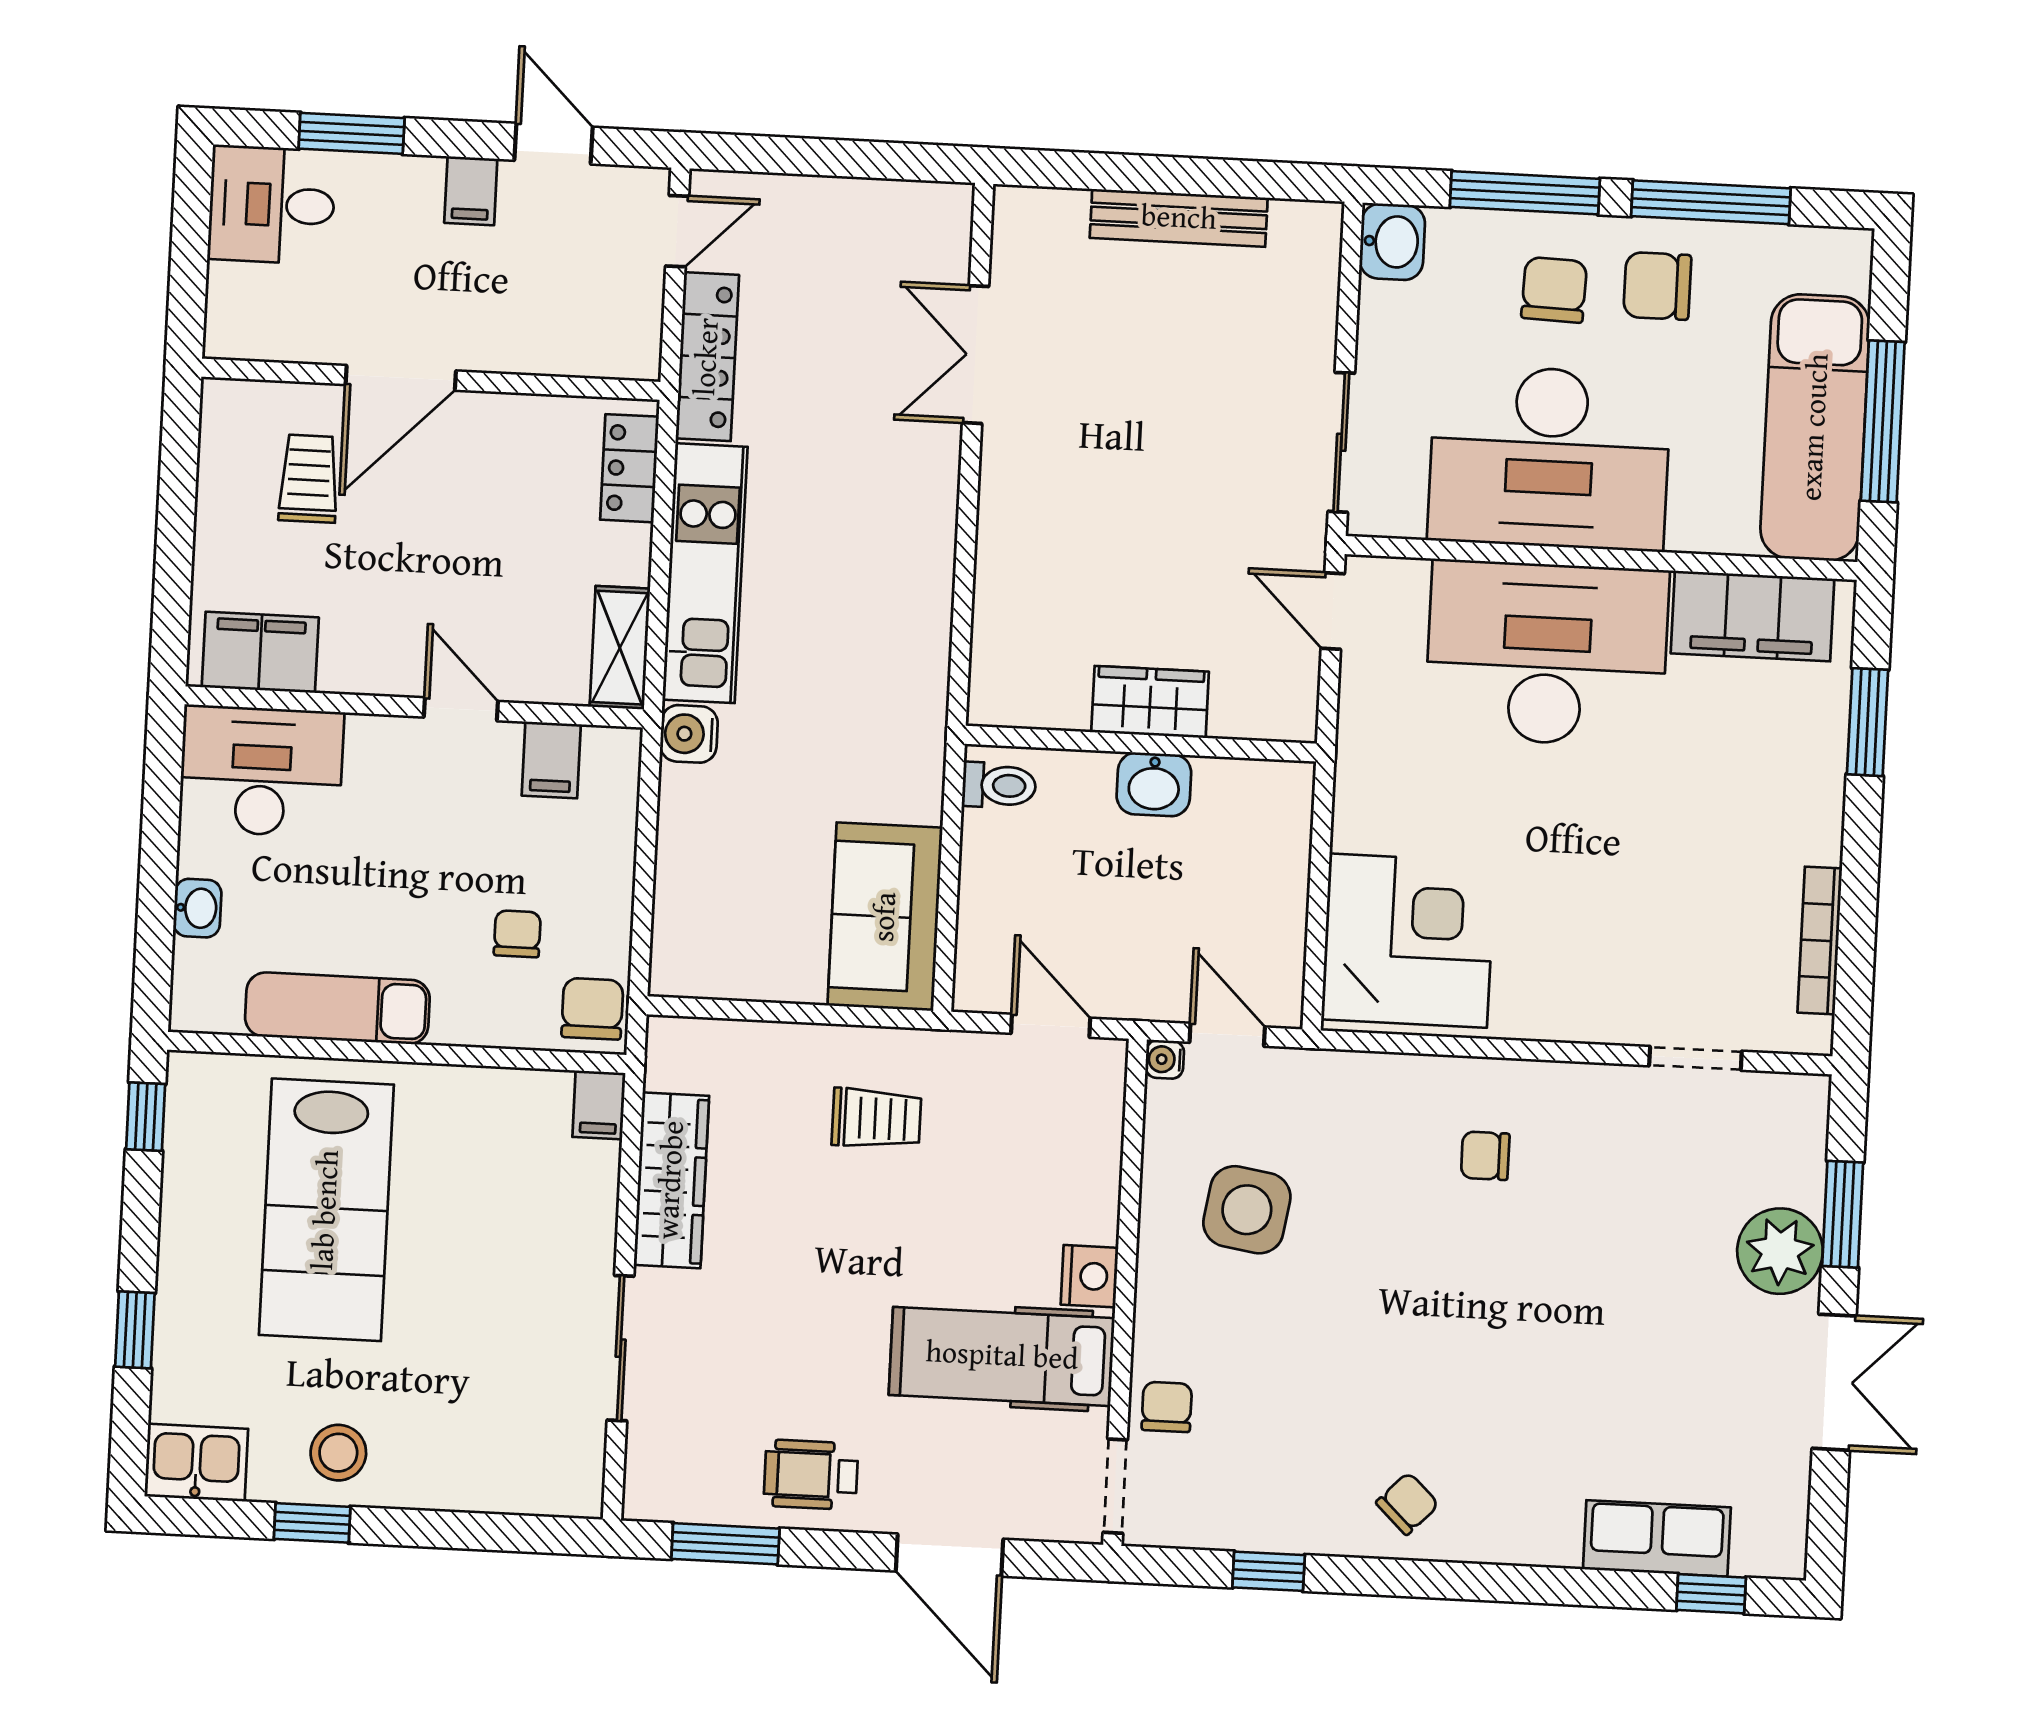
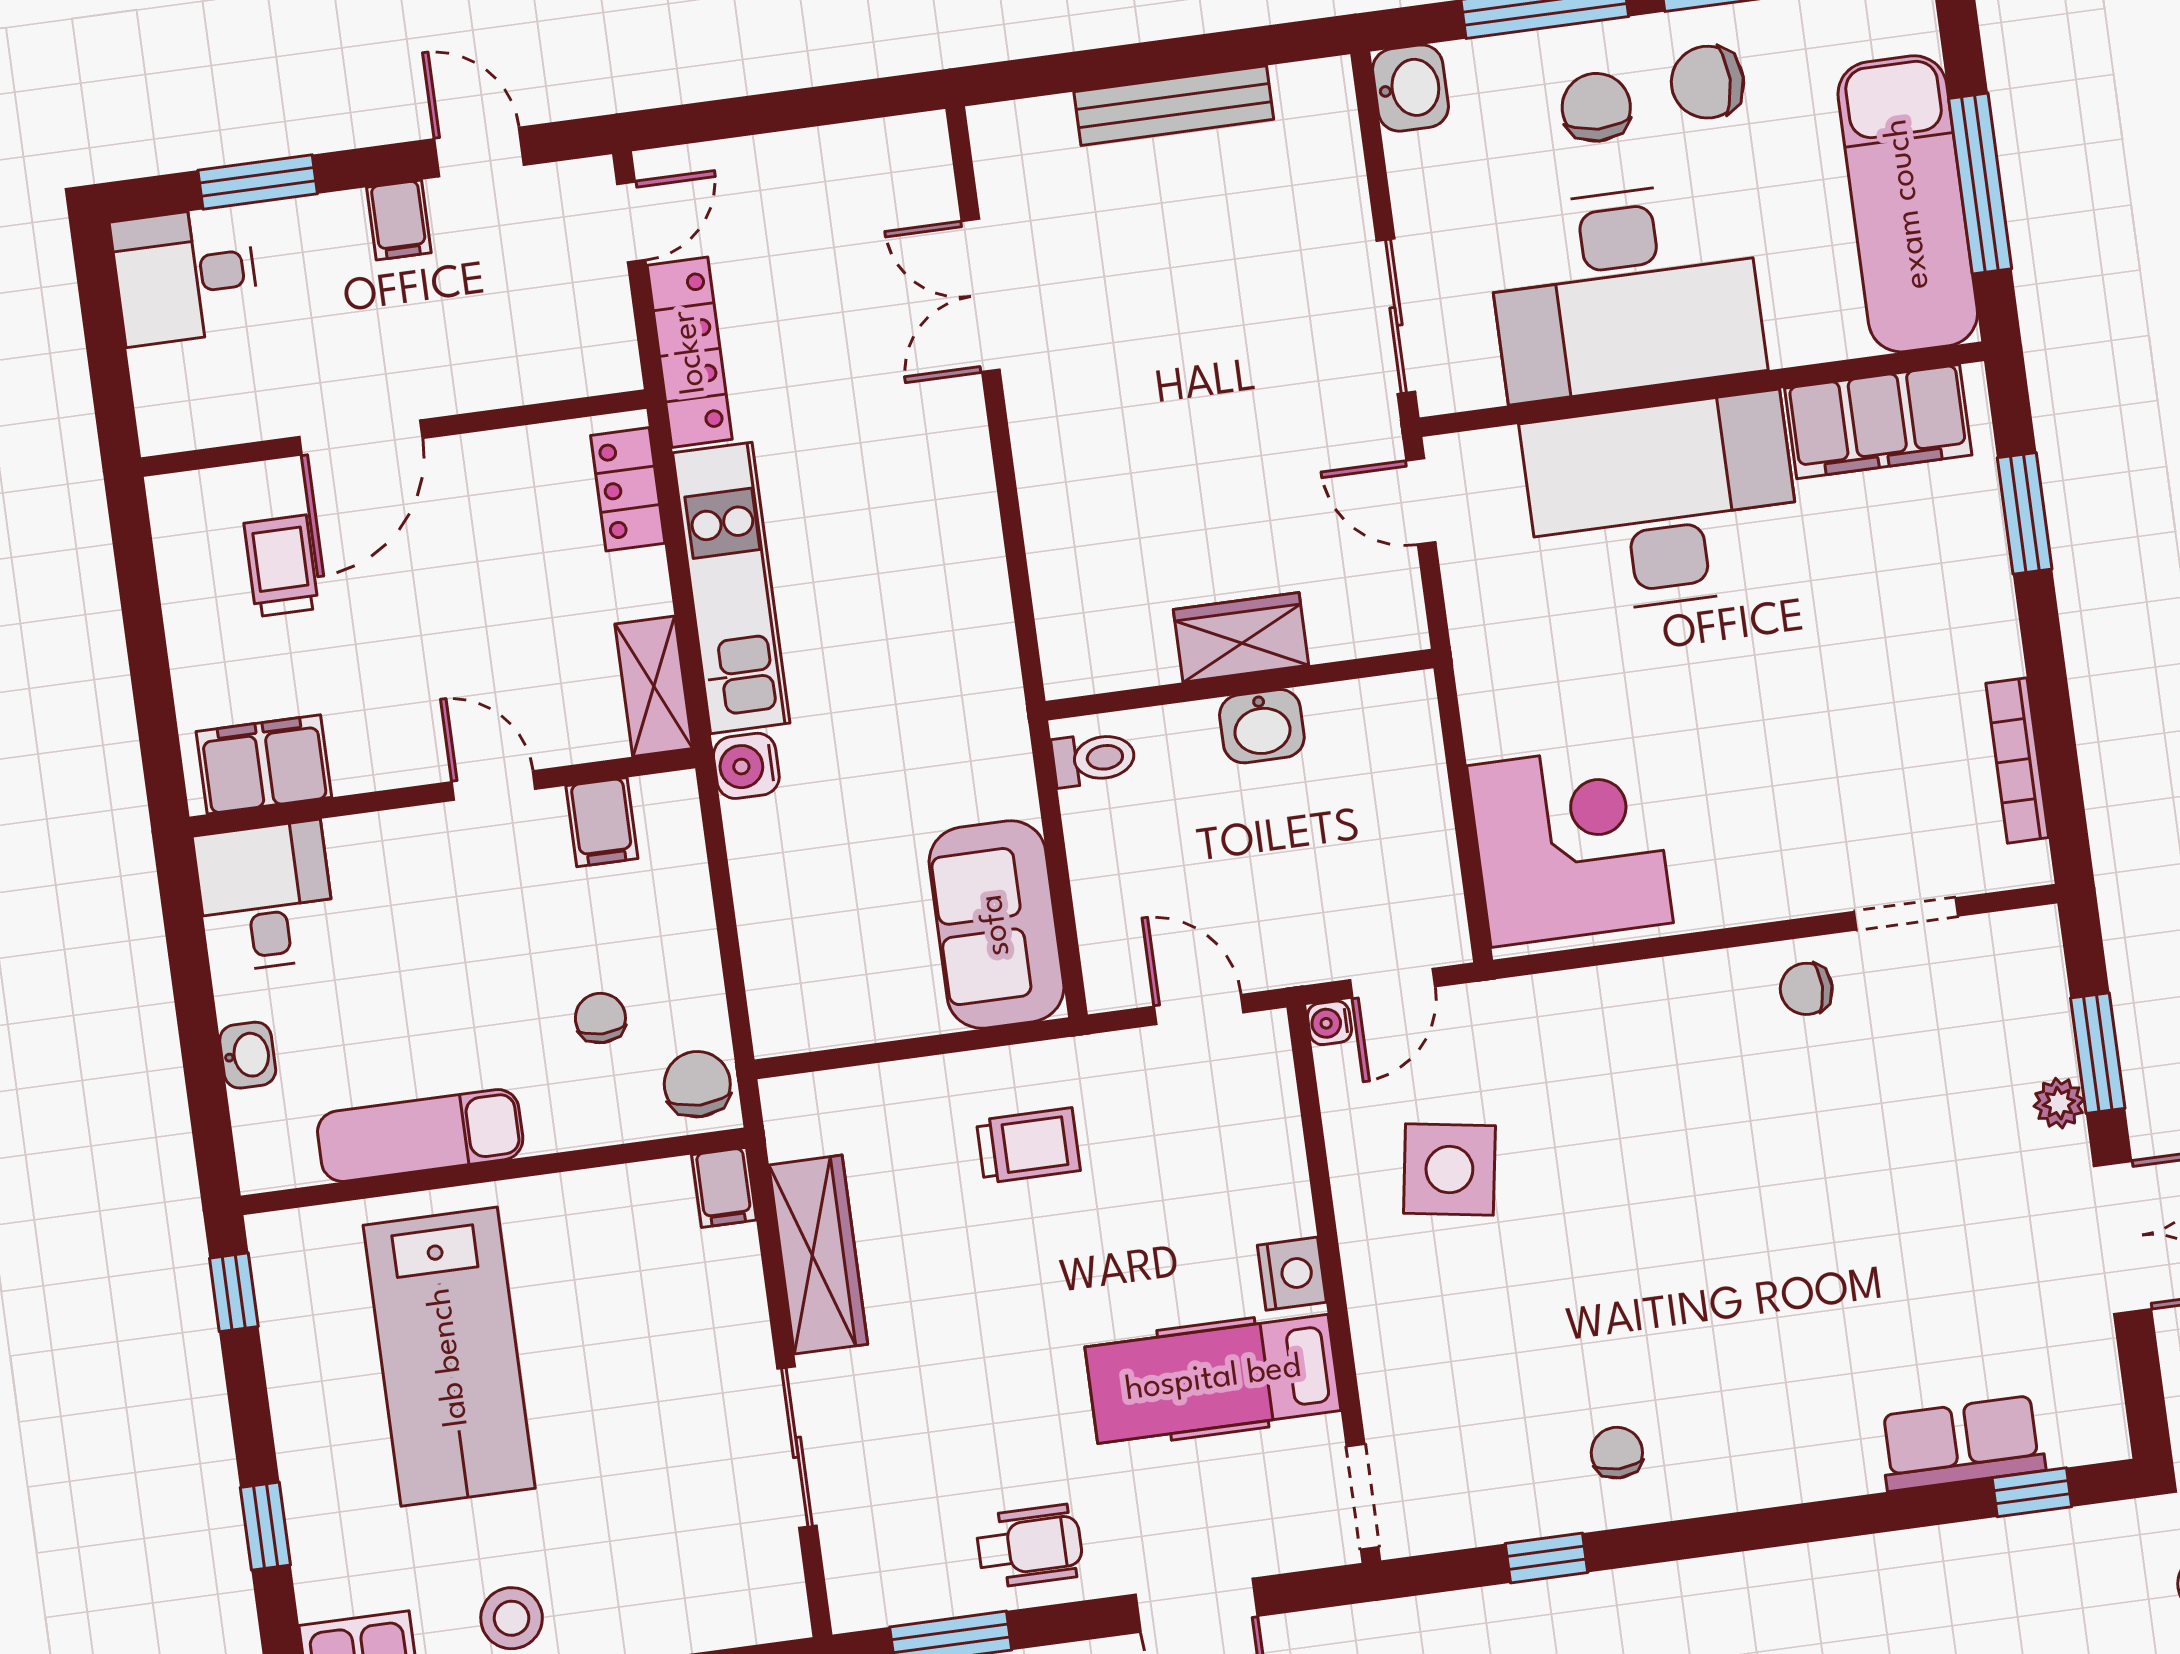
desk: (261, 771) -> (265, 897), width x0.73
door: (1227, 1035) -> (1392, 983), swing flipped
chair: (1485, 1156) -> (1806, 989), moved
plant: (1780, 1251) -> (2059, 1103), width x0.53, depth x0.53
chair: (1167, 1407) -> (1402, 1400), removed
wheelchair: (811, 1475) -> (1029, 1546), turned 180
chair: (1407, 1504) -> (1617, 1453), moved, turned -44

